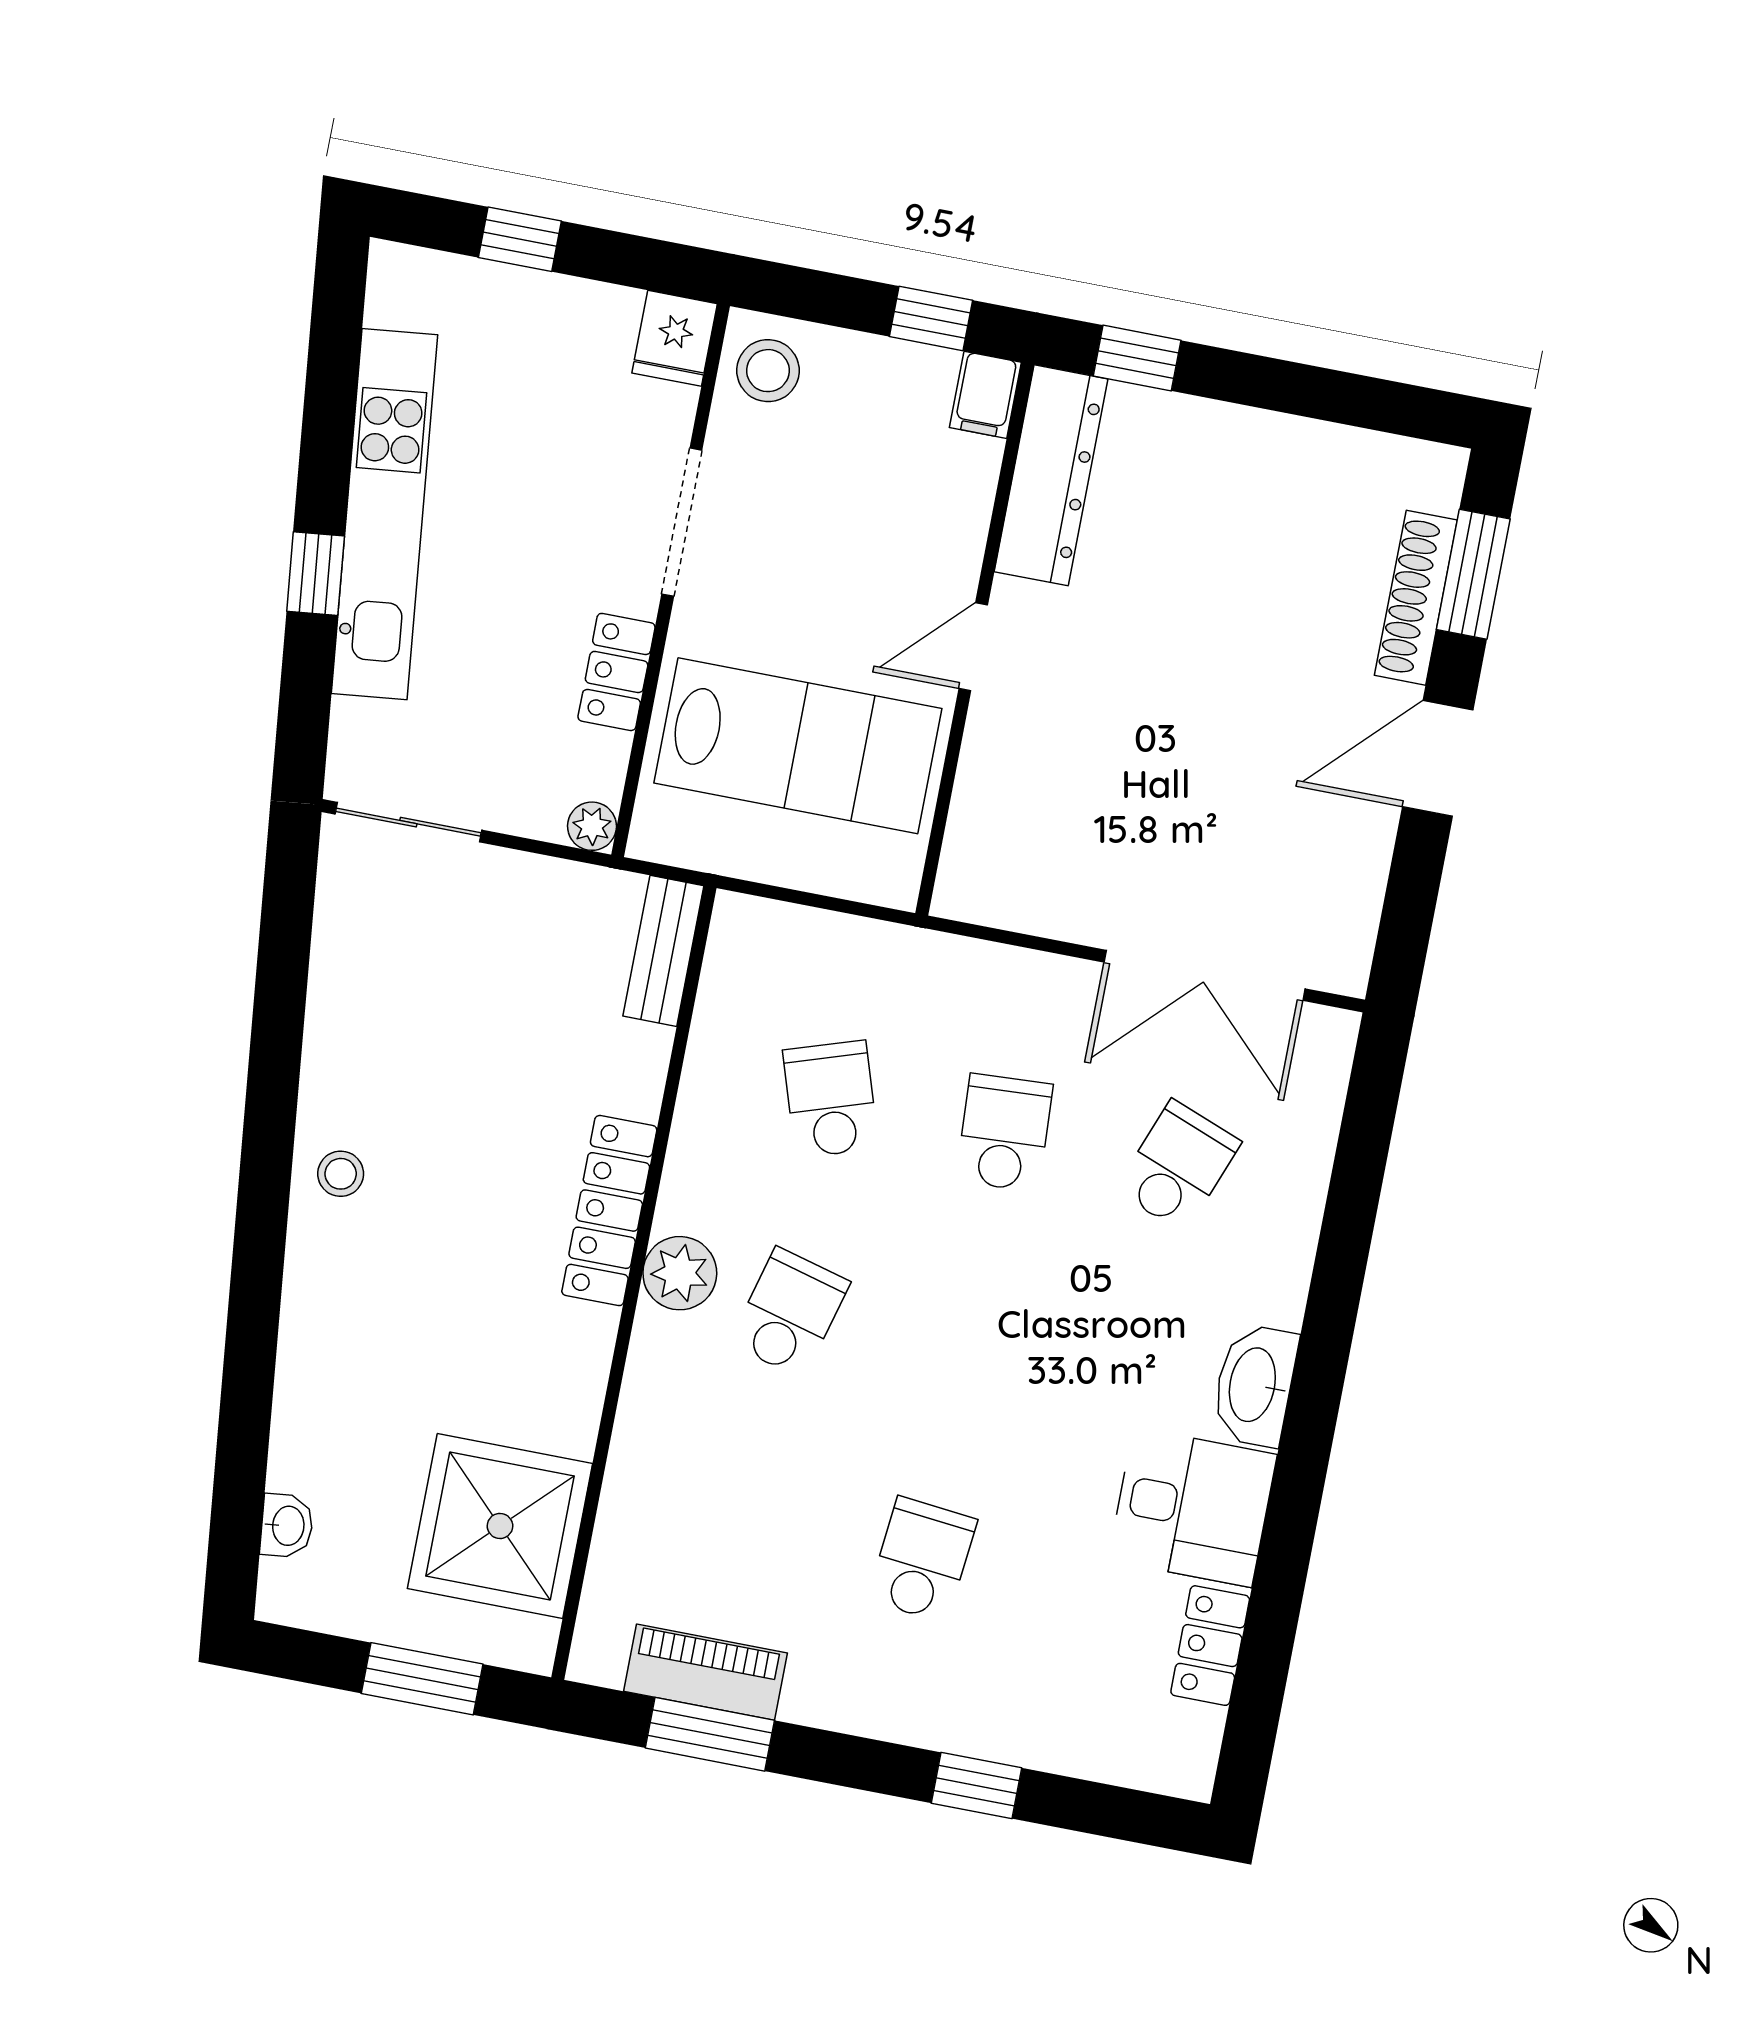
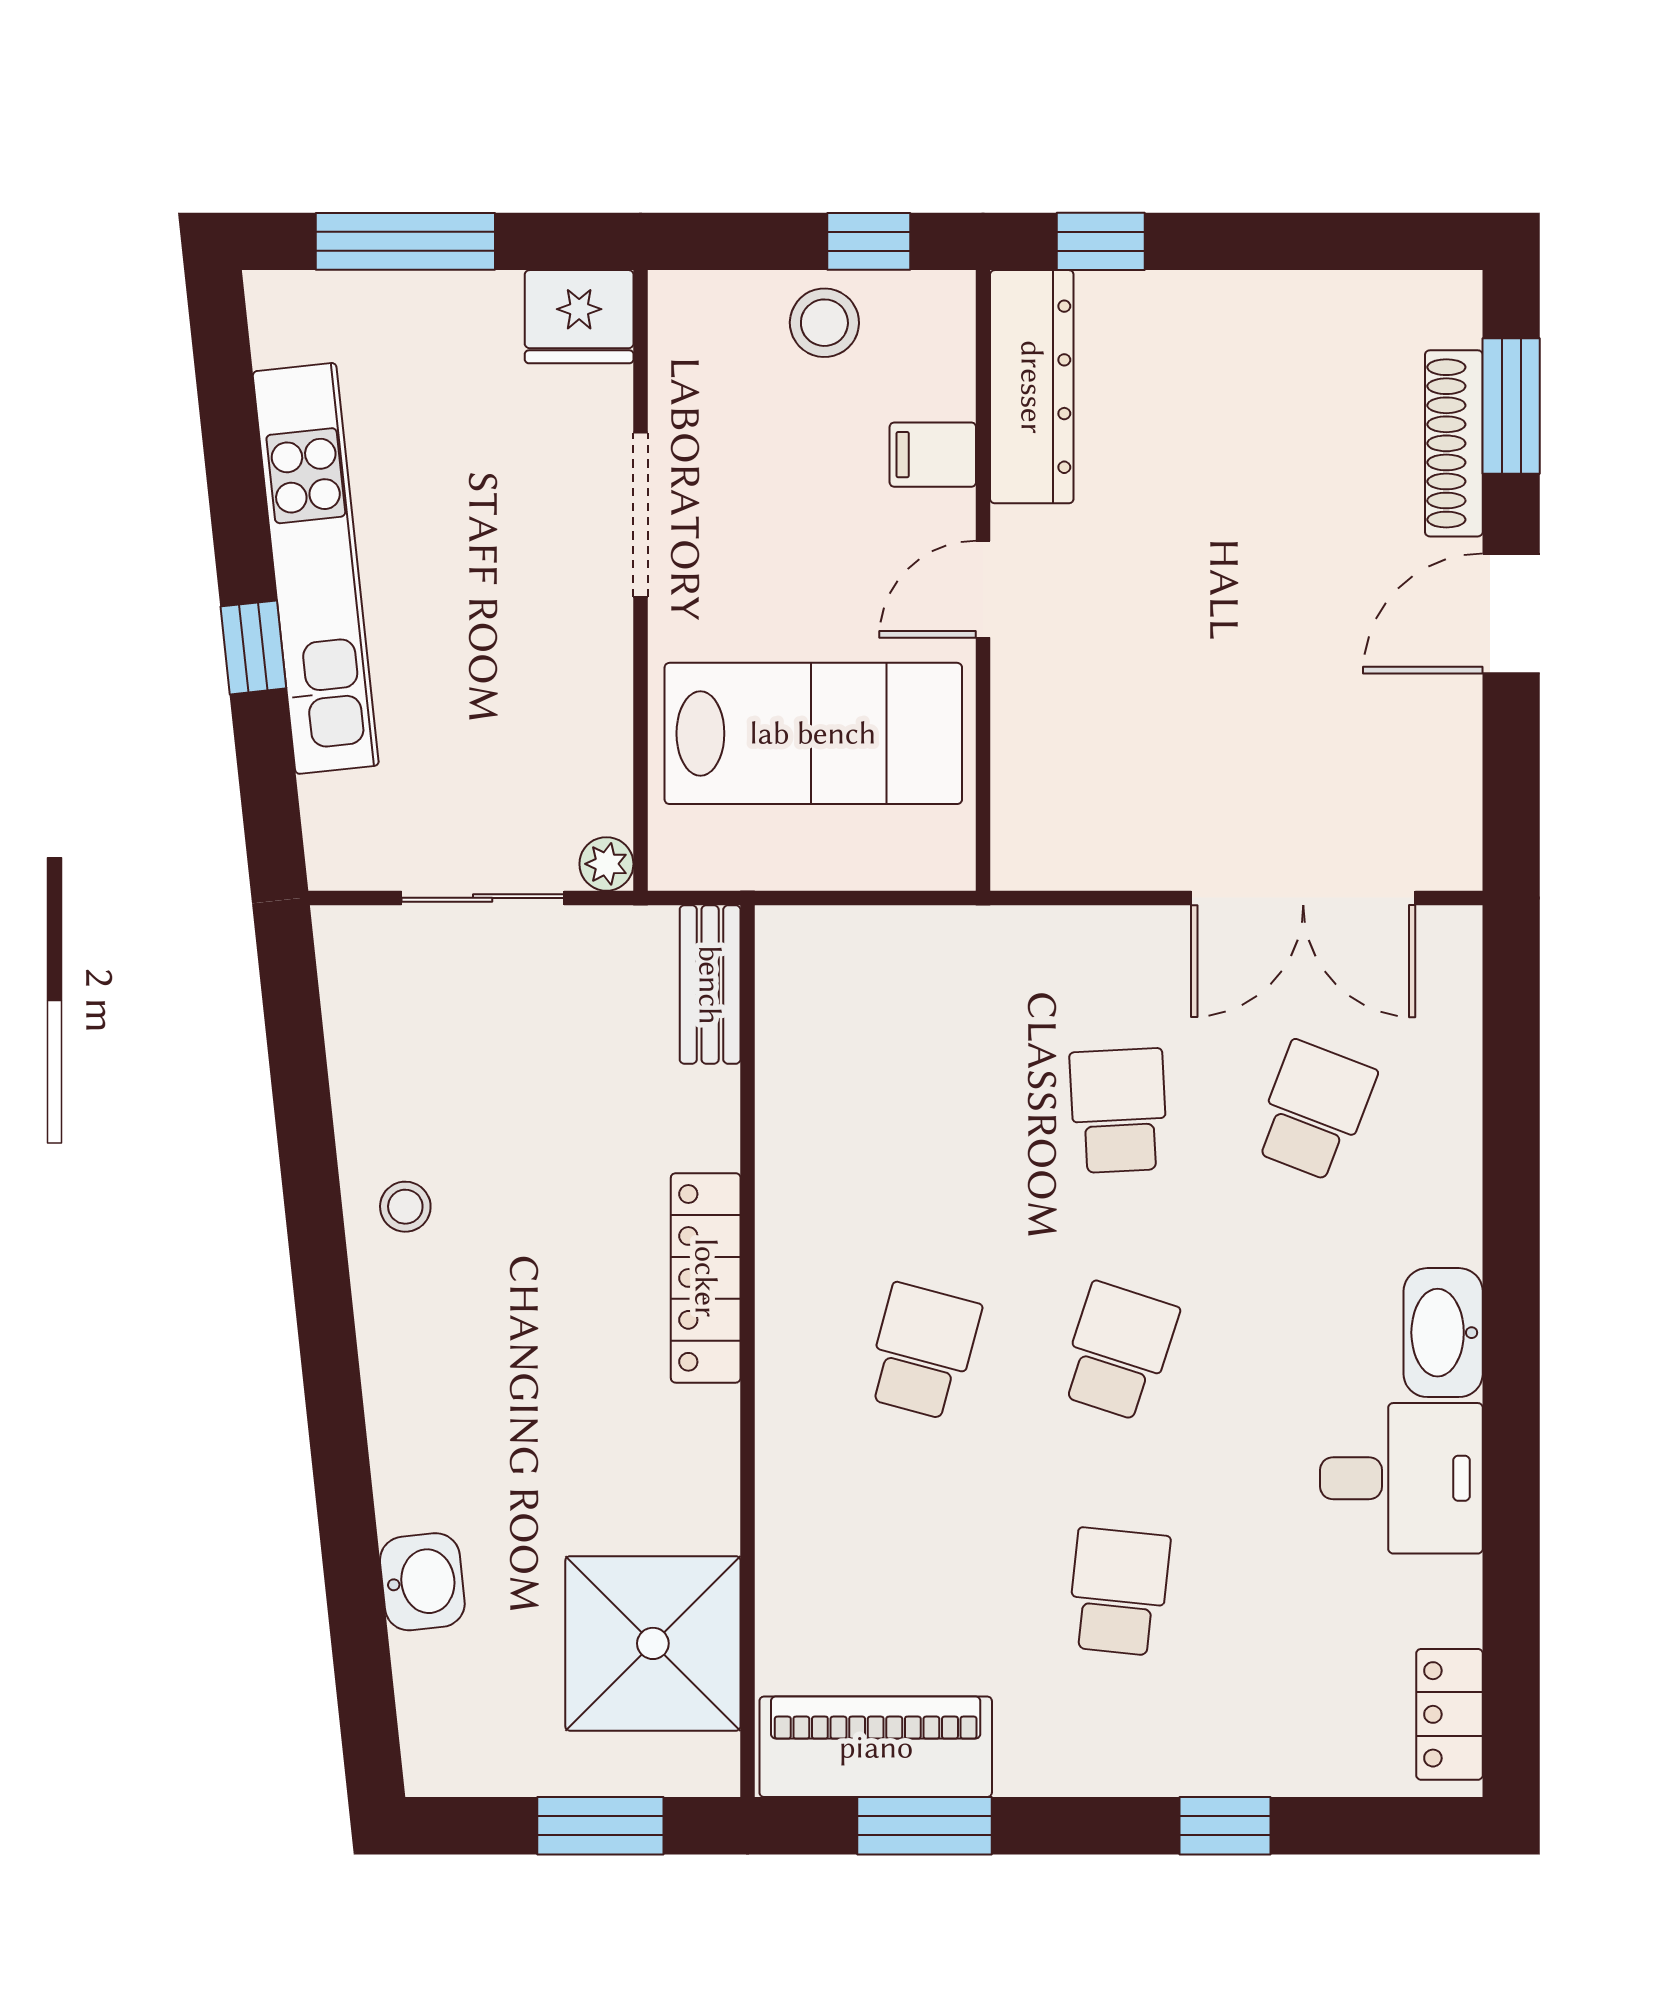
window: (520, 239) -> (405, 241), width x2.17
fridge: (675, 338) -> (579, 317), width x1.38
stool: (768, 371) -> (824, 323), moved
filing cabinet: (985, 395) -> (933, 455), moved, turned 90
locker: (617, 672) -> (601, 691), removed
sliding door: (408, 822) -> (483, 898), moved
school desk: (831, 1099) -> (1119, 1351), moved, turned 36
stool: (341, 1174) -> (405, 1207), moved
plant: (680, 1273) -> (795, 1331), removed
washbasin: (287, 1526) -> (422, 1582), moved, width x1.38, depth x1.45
locker: (1210, 1646) -> (1449, 1714), moved
piano: (706, 1672) -> (876, 1747), width x1.37, depth x1.33

